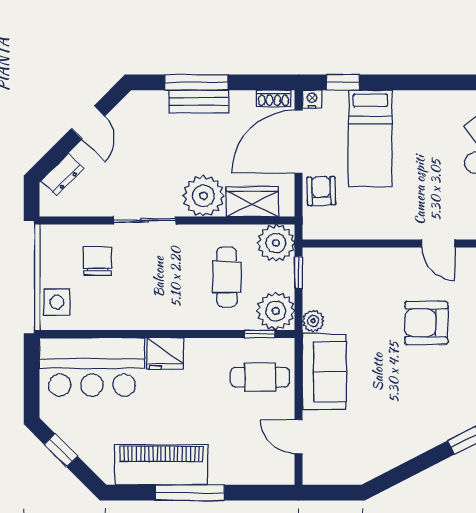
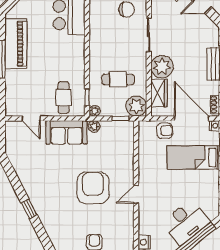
plant: (276, 311) -> (95, 111), width x0.53, depth x0.53
armchair: (426, 323) -> (93, 188), width x1.36, depth x1.36
fridge: (165, 354) -> (76, 46), removed
door: (299, 437) -> (31, 118), swing flipped

